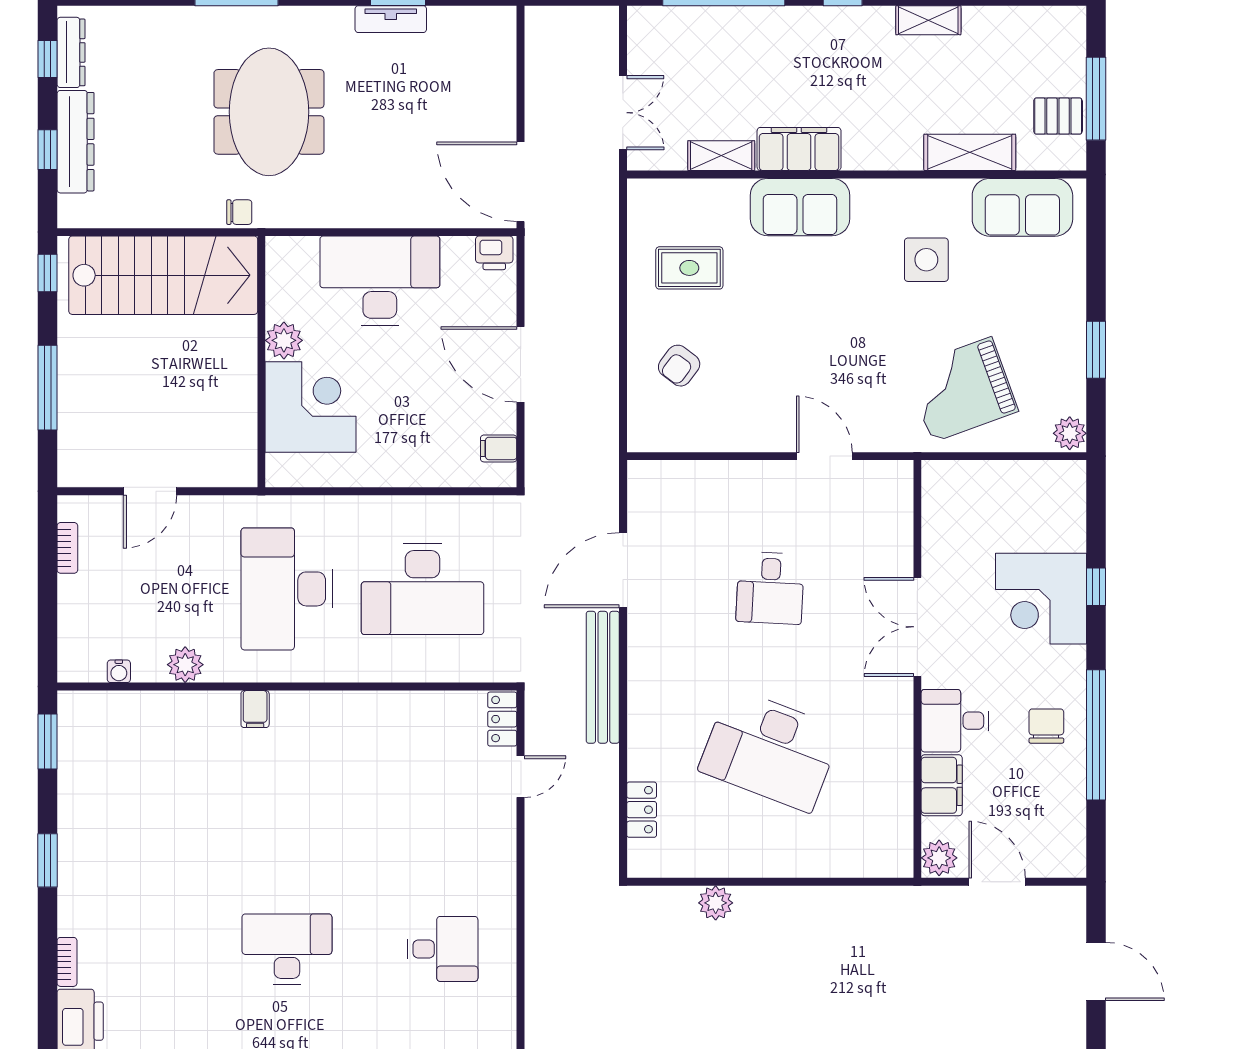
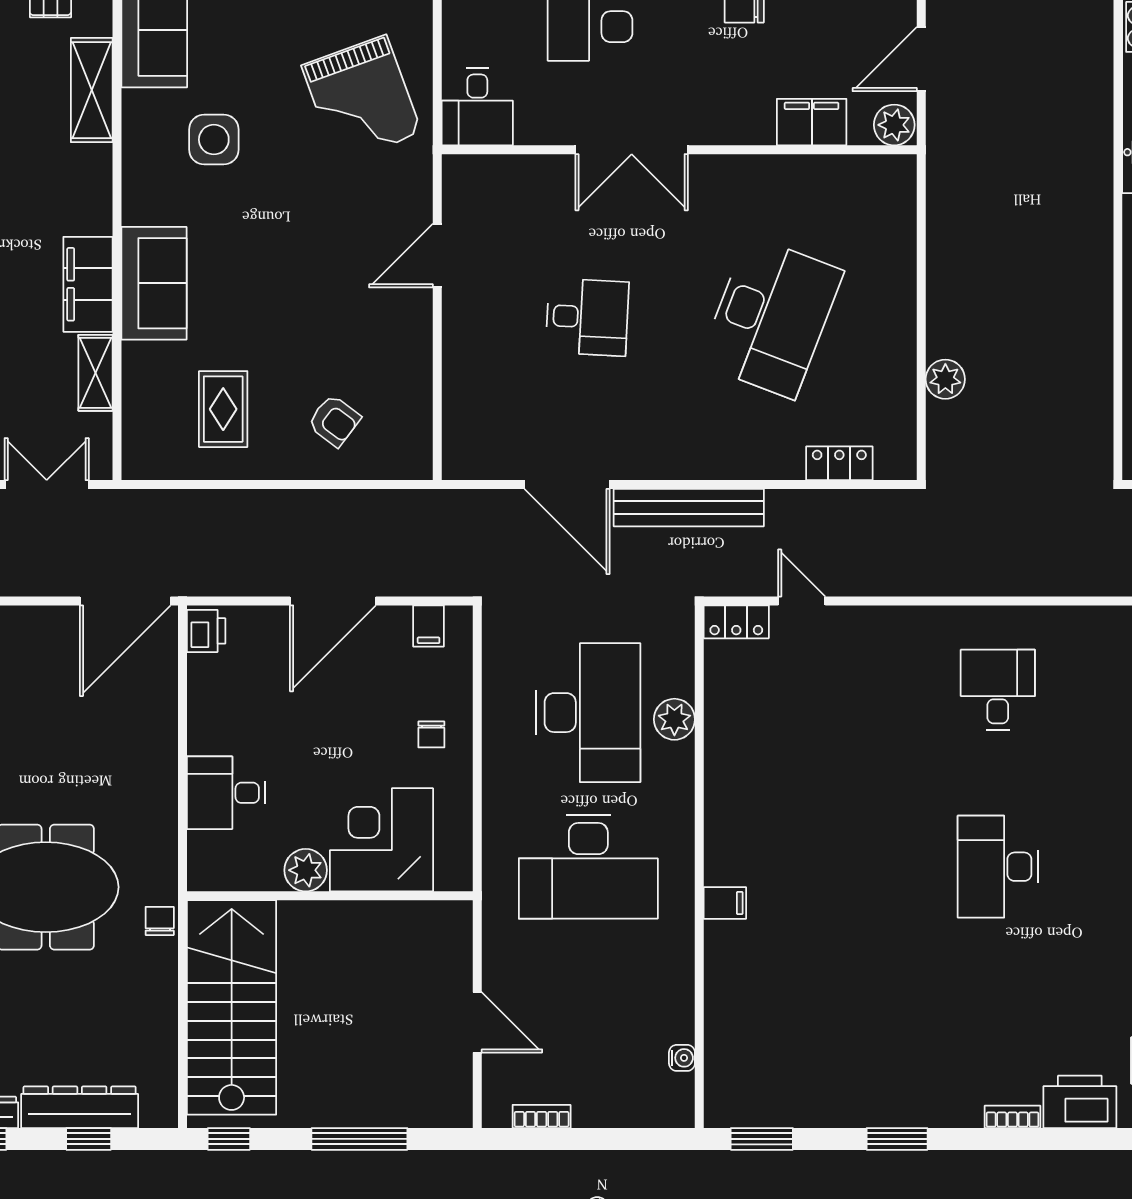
desk: (380, 281) -> (226, 793), width x0.53, depth x0.77
chair: (403, 451) -> (431, 734), added
plant: (185, 665) -> (674, 719), moved
desk: (955, 721) -> (477, 107), moved

